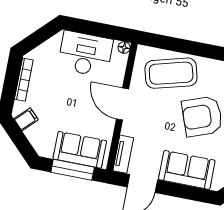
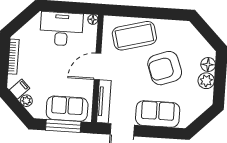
door: (122, 104) -> (98, 66), hinge flipped
plant: (32, 134) -> (26, 101), added
tv unit: (123, 154) -> (104, 101), width x1.41

